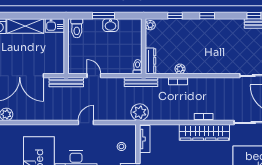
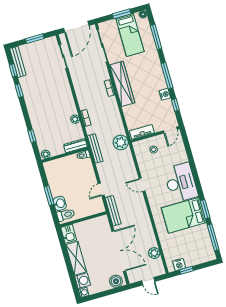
window: (207, 16) -> (19, 91), moved
washbasin: (110, 25) -> (60, 203), moved

